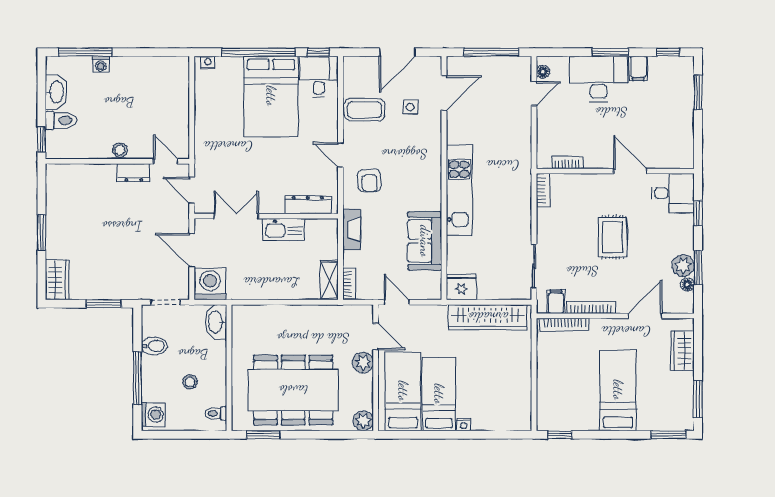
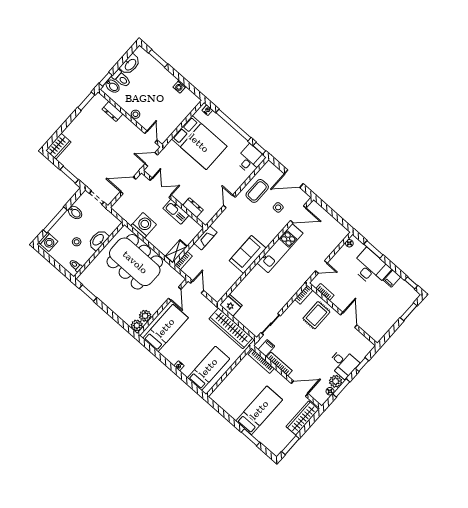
window: (85, 52) -> (158, 58), width x0.69
window: (491, 52) -> (334, 215), removed
window: (610, 52) -> (373, 249), moved
washing machine: (101, 64) -> (179, 87), moved
door: (534, 93) -> (321, 267), moved
bed: (271, 96) -> (199, 143), moved, turned -90
coffee table: (364, 110) -> (257, 191), turned 90
bidet: (58, 140) -> (113, 86), added
dresser: (134, 173) -> (113, 111), moved
armchair: (369, 180) -> (232, 224), removed
door: (192, 190) -> (151, 159), hinge flipped
kitchen unit: (459, 190) -> (280, 248), moved
desk: (673, 193) -> (343, 363), moved
dresser: (308, 205) -> (193, 208), width x0.70
window: (42, 233) -> (86, 101), moved
rug: (612, 237) -> (316, 315), moved
sofa: (425, 241) -> (248, 254), moved
door: (192, 250) -> (128, 185), hinge flipped
washing machine: (210, 284) -> (144, 225), moved
washbasin: (216, 322) -> (98, 240), moved
wardrobe: (682, 351) -> (302, 418), width x1.50
plant: (363, 362) -> (145, 316), moved
dining table: (293, 390) -> (135, 262), moved
bed: (439, 394) -> (208, 368), moved
window: (560, 435) -> (217, 407), removed
window: (668, 435) -> (250, 437), moved

